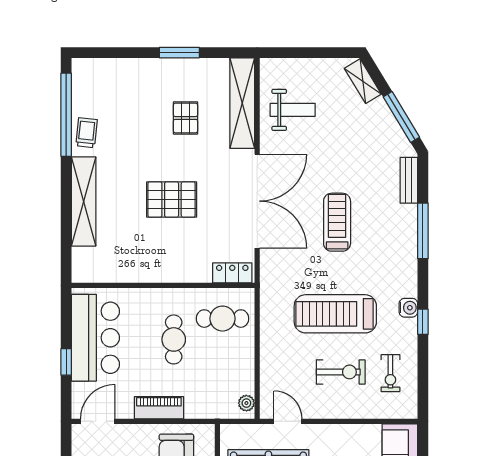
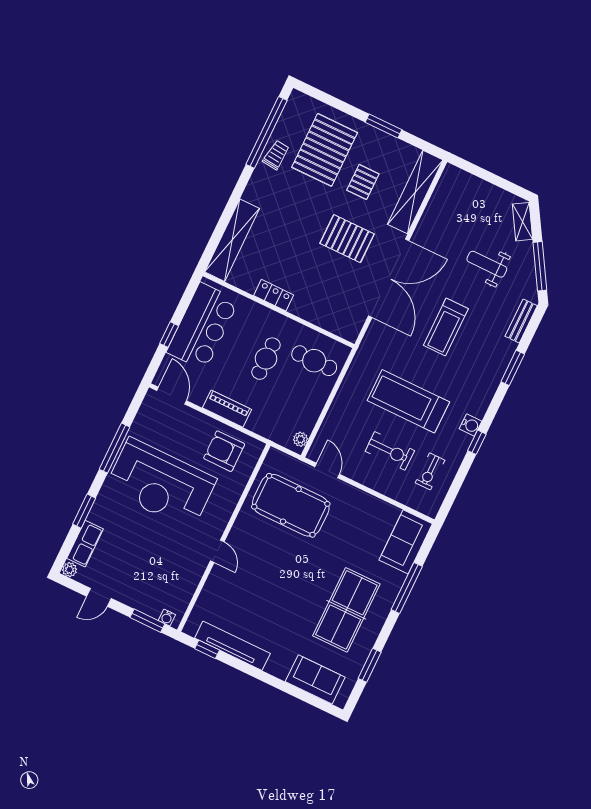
pallet: (132, 104) -> (325, 150), added
weight bench: (293, 110) -> (487, 264), moved, turned 180
pallet: (172, 199) -> (347, 239), moved
shelving: (84, 201) -> (232, 240), moved
treadmill: (337, 222) -> (446, 327), turned 180
window: (423, 231) -> (513, 368), width x0.69
locker: (232, 273) -> (274, 295), moved
door: (98, 421) -> (172, 396), hinge flipped

